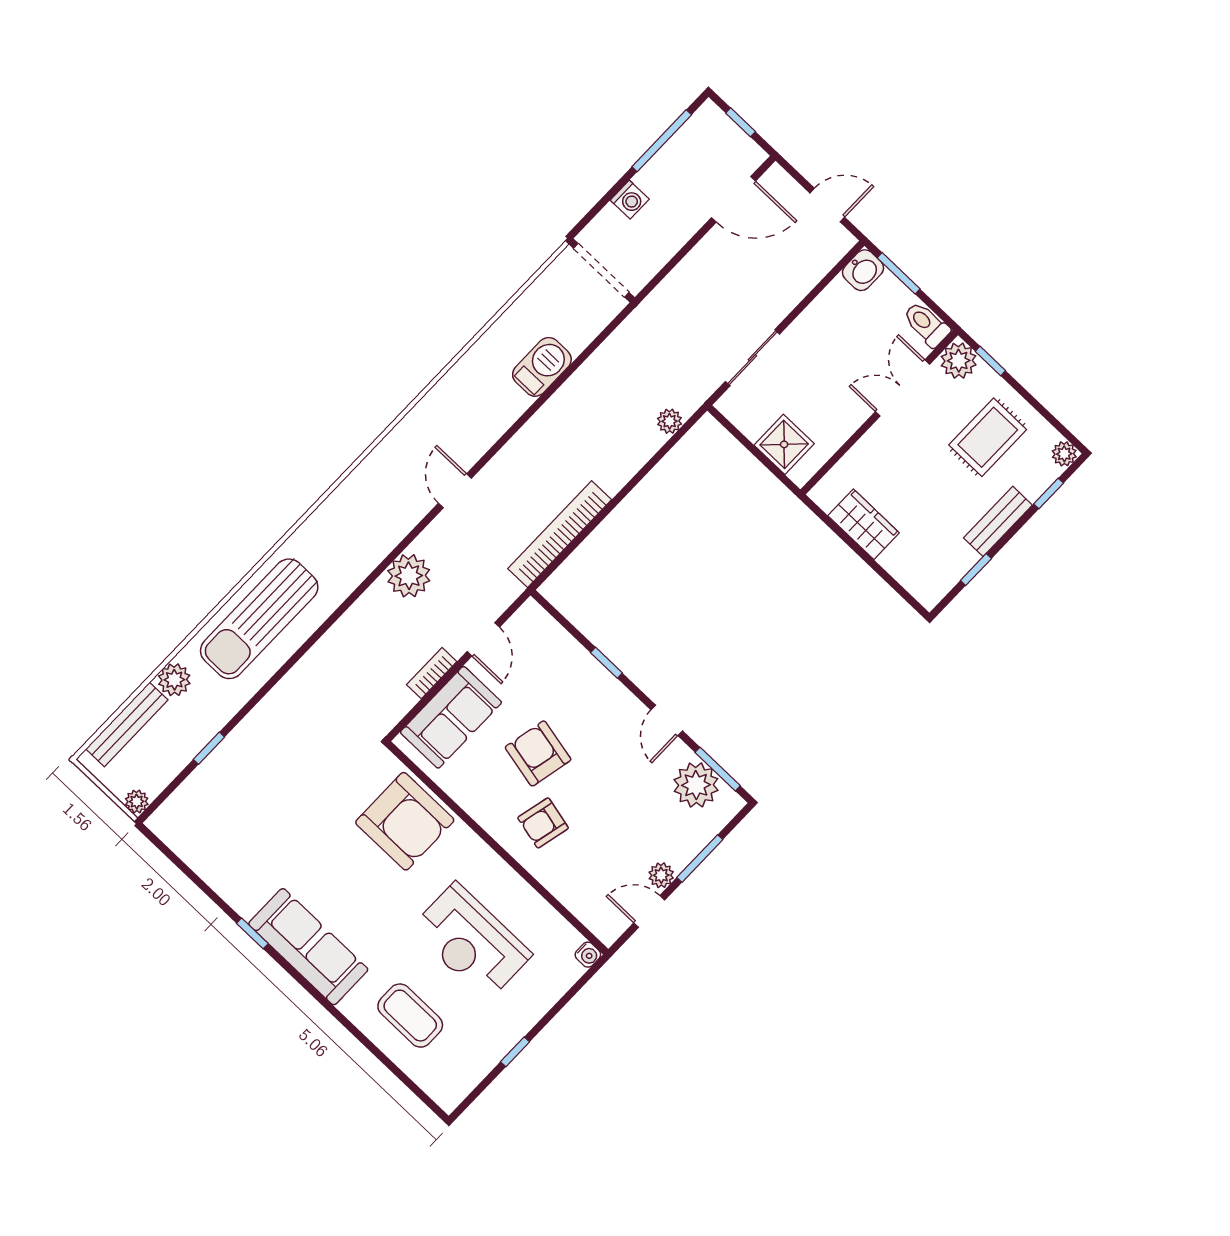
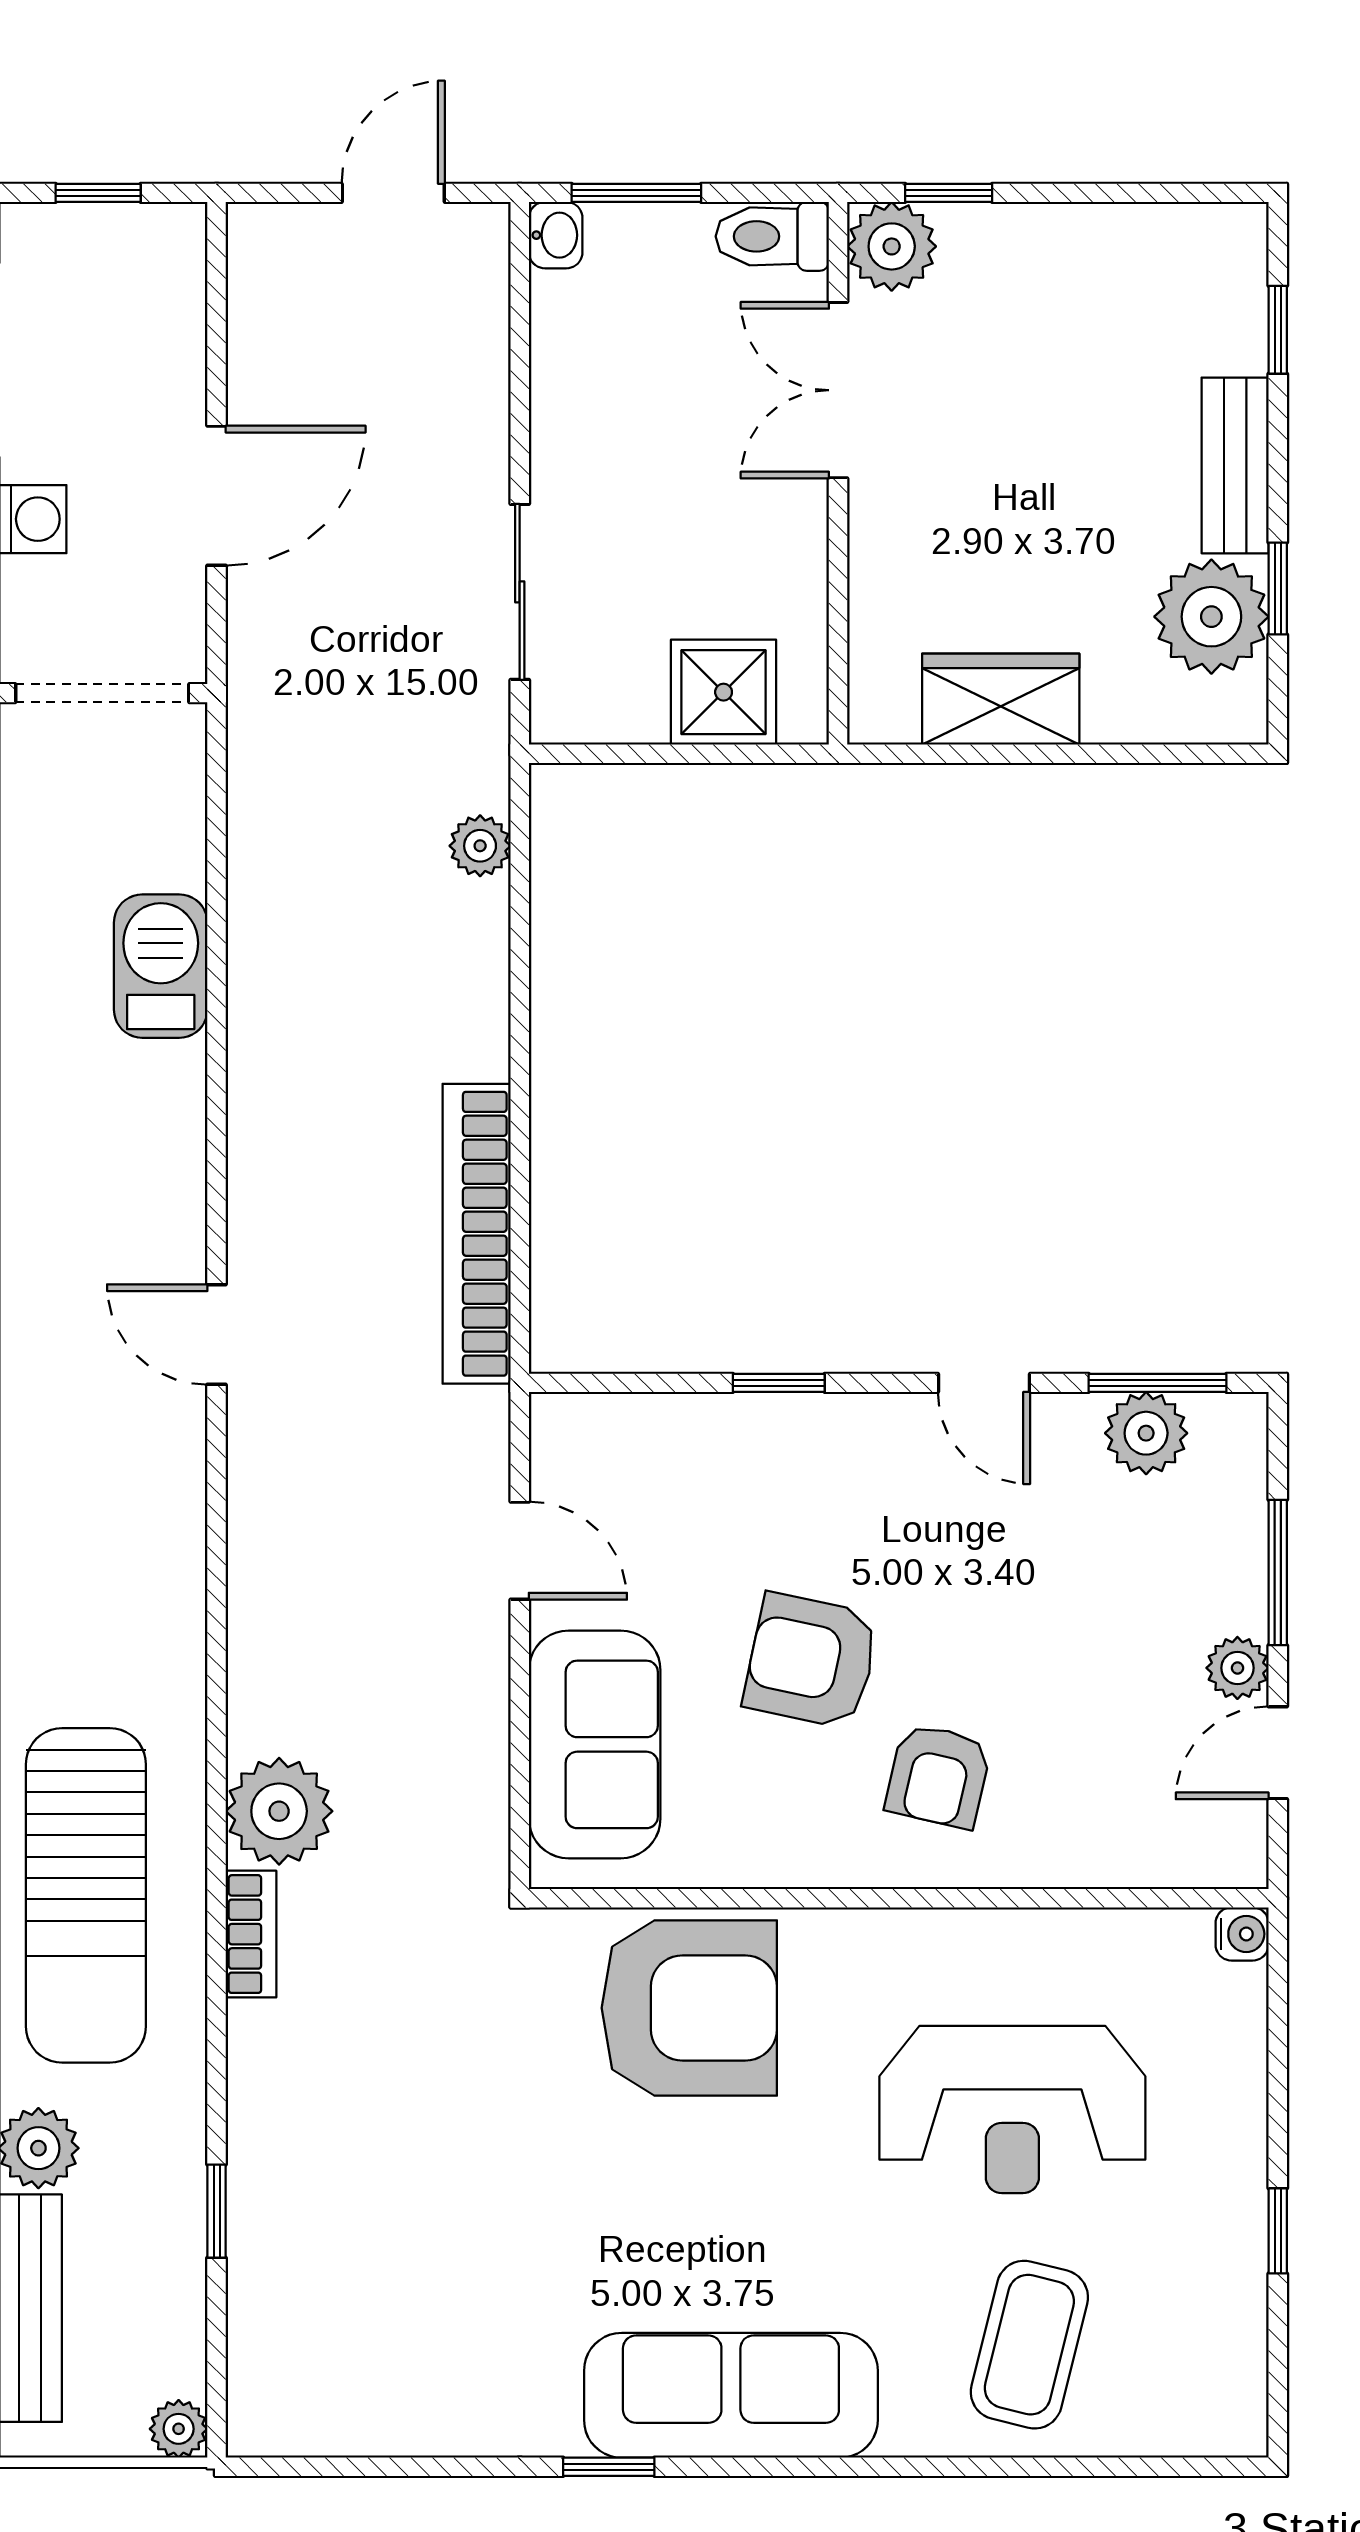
door: (734, 199) -> (217, 496), moved
washbasin: (863, 270) -> (556, 235), width x0.72, depth x0.69
rug: (988, 437) -> (1074, 333), removed
plant: (1064, 454) -> (1211, 617), moved, width x1.88, depth x1.88
plant: (409, 576) -> (279, 1811), moved
bookcase: (432, 673) -> (251, 1934), moved, turned 180
plant: (696, 785) -> (1146, 1433), width x0.73, depth x0.73
coffee table: (410, 1016) -> (1029, 2345), turned -76

